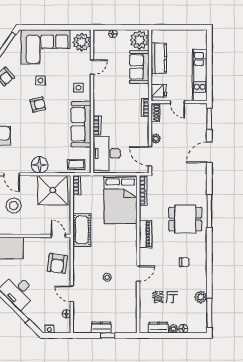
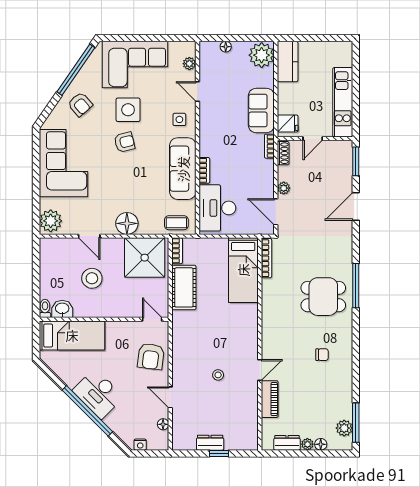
plant: (82, 42) -> (189, 64), width x0.53, depth x0.53
kitchen counter: (159, 58) -> (288, 62), moved
door: (92, 67) -> (198, 92), swing flipped
sofa: (139, 67) -> (261, 111), moved
side table: (40, 81) -> (128, 110), width x1.87, depth x1.87
door: (177, 102) -> (313, 139), hinge flipped
bed: (120, 200) -> (243, 270), width x0.67
cot: (82, 230) -> (184, 287), moved
piano: (145, 234) -> (270, 399), moved
plant: (201, 297) -> (344, 428), moved

